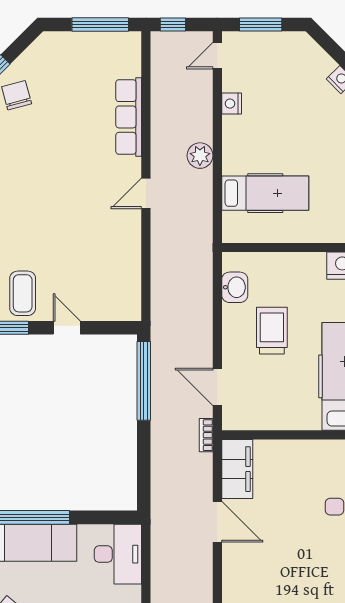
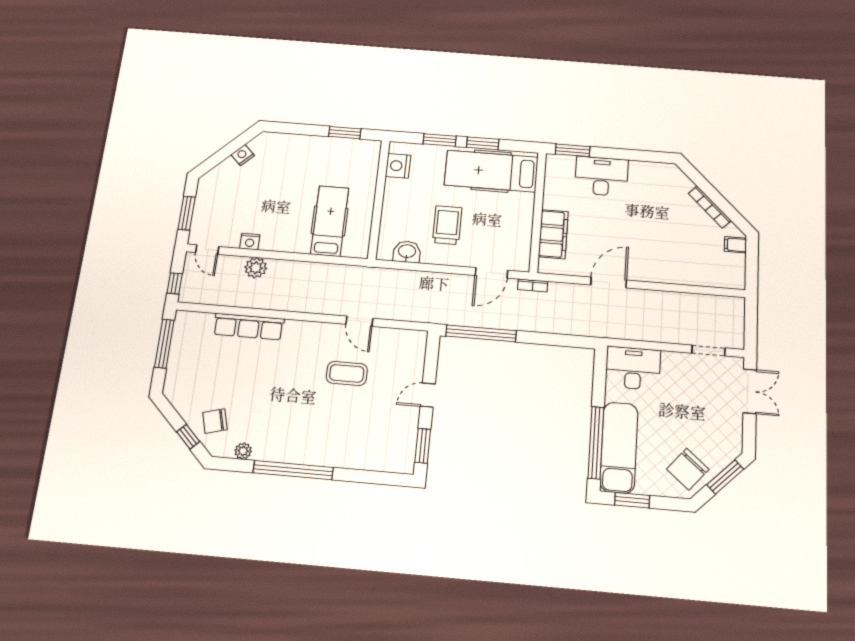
plant: (200, 156) -> (256, 268), moved
door: (146, 193) -> (359, 321), moved
coffee table: (23, 293) -> (347, 373), moved
trolley: (272, 331) -> (447, 225), turned 90
filing cabinet: (237, 469) -> (553, 234), moved, turned 90

